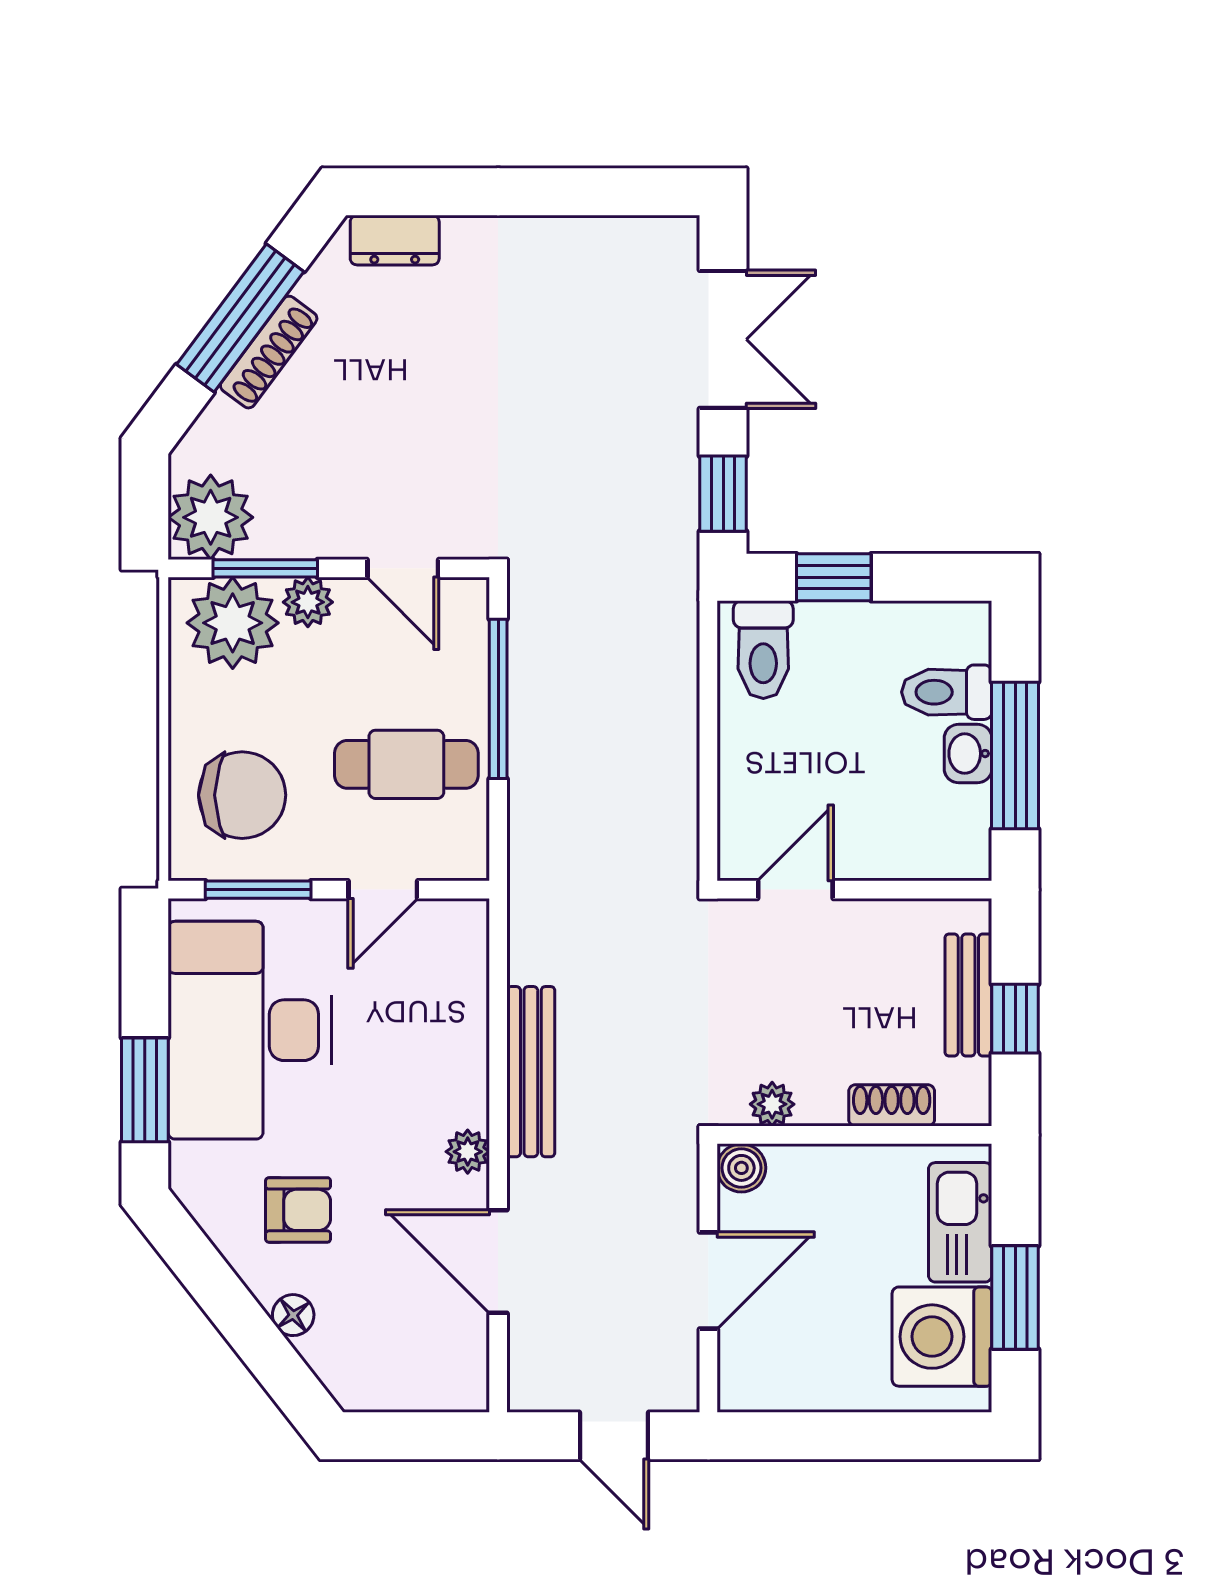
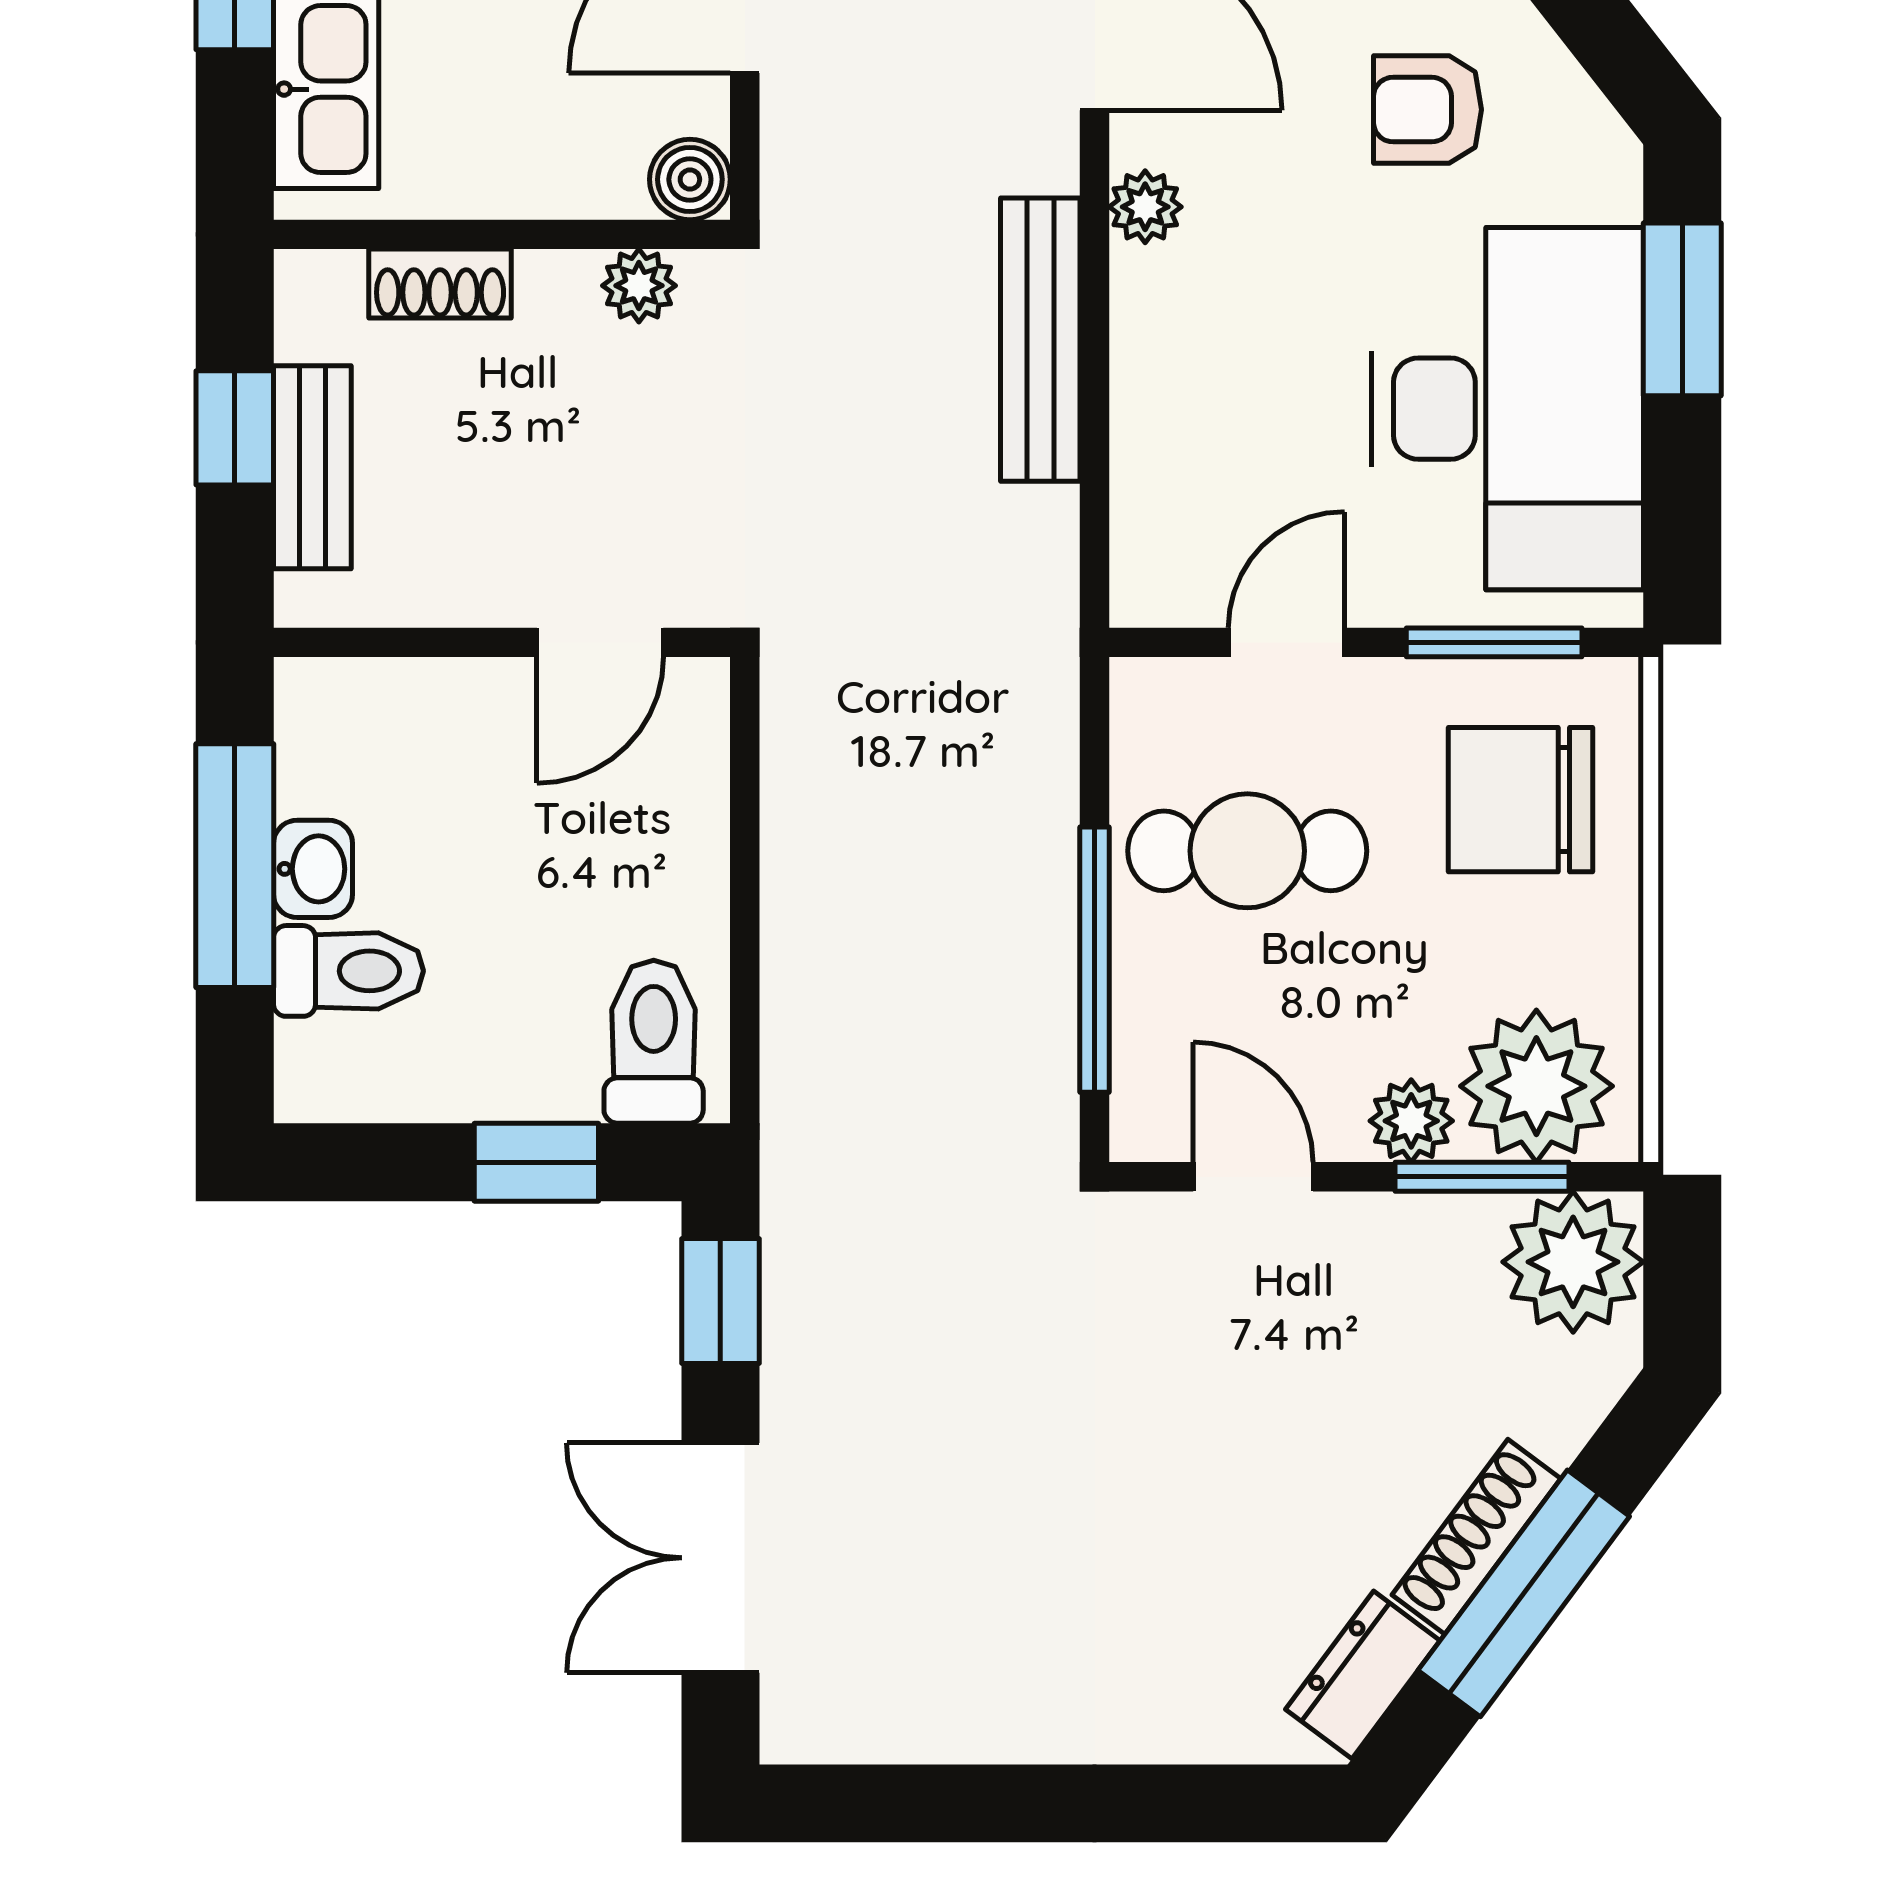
dresser: (395, 240) -> (1363, 1675), moved, turned -53

